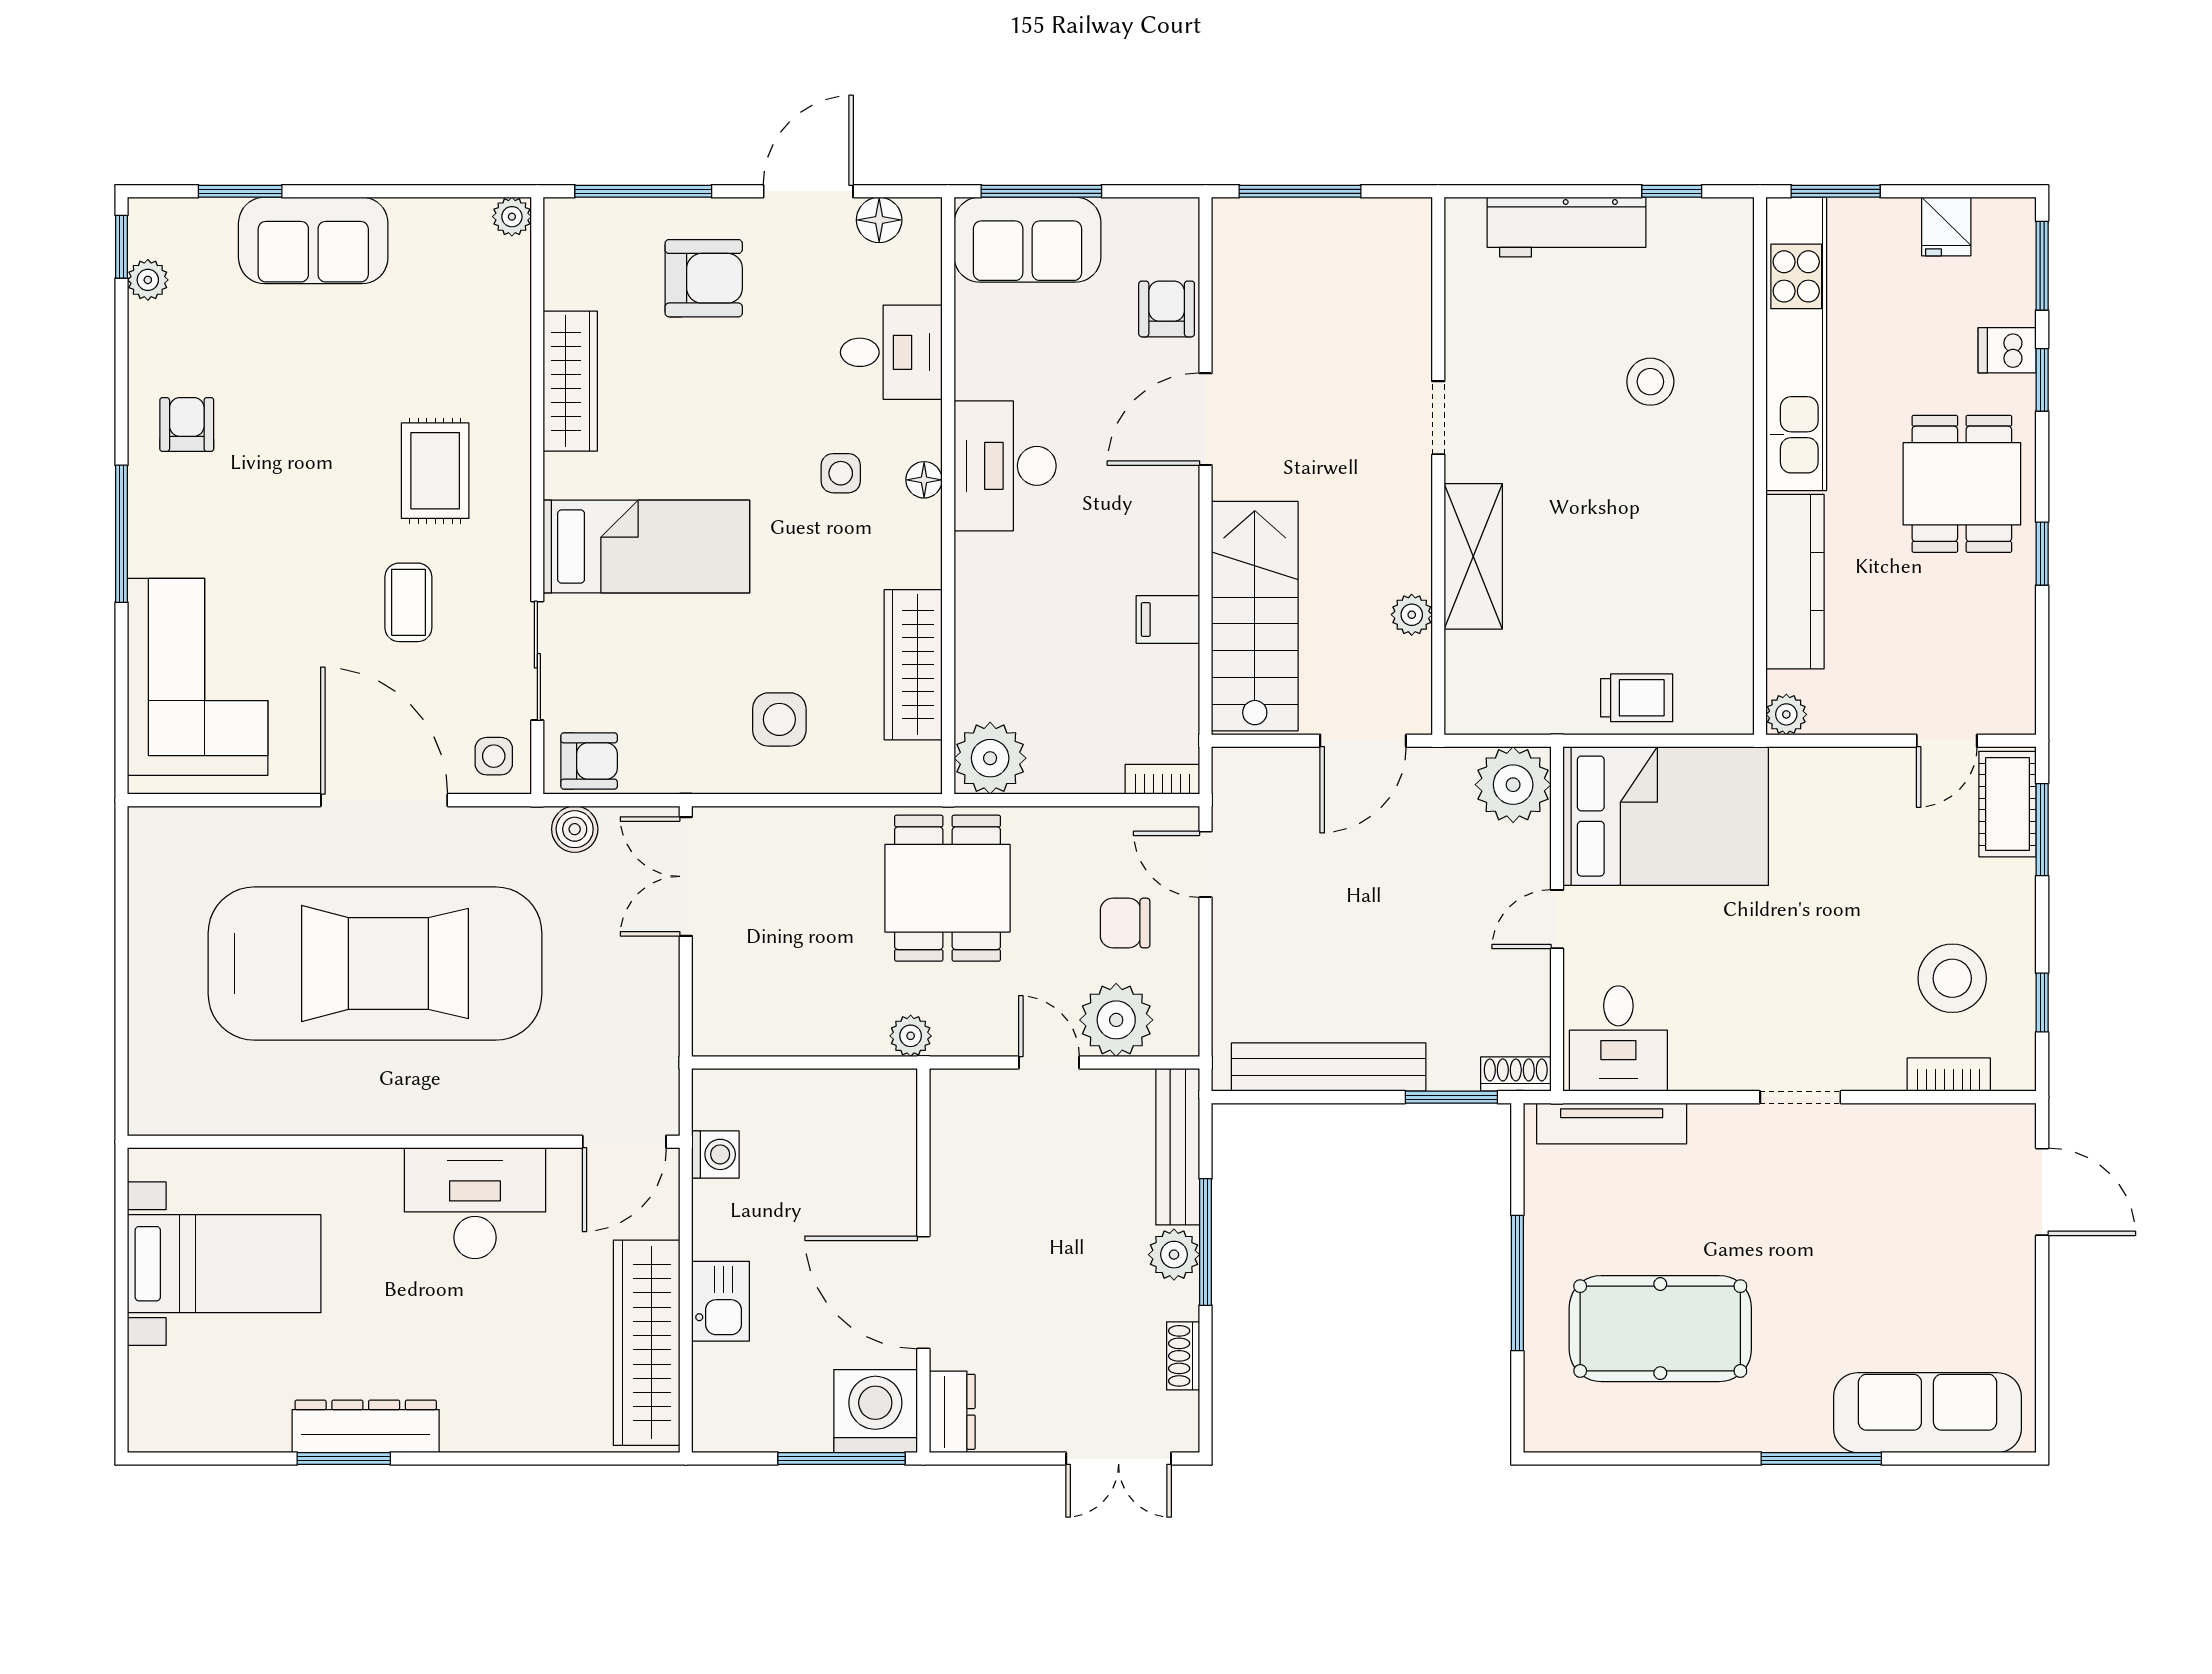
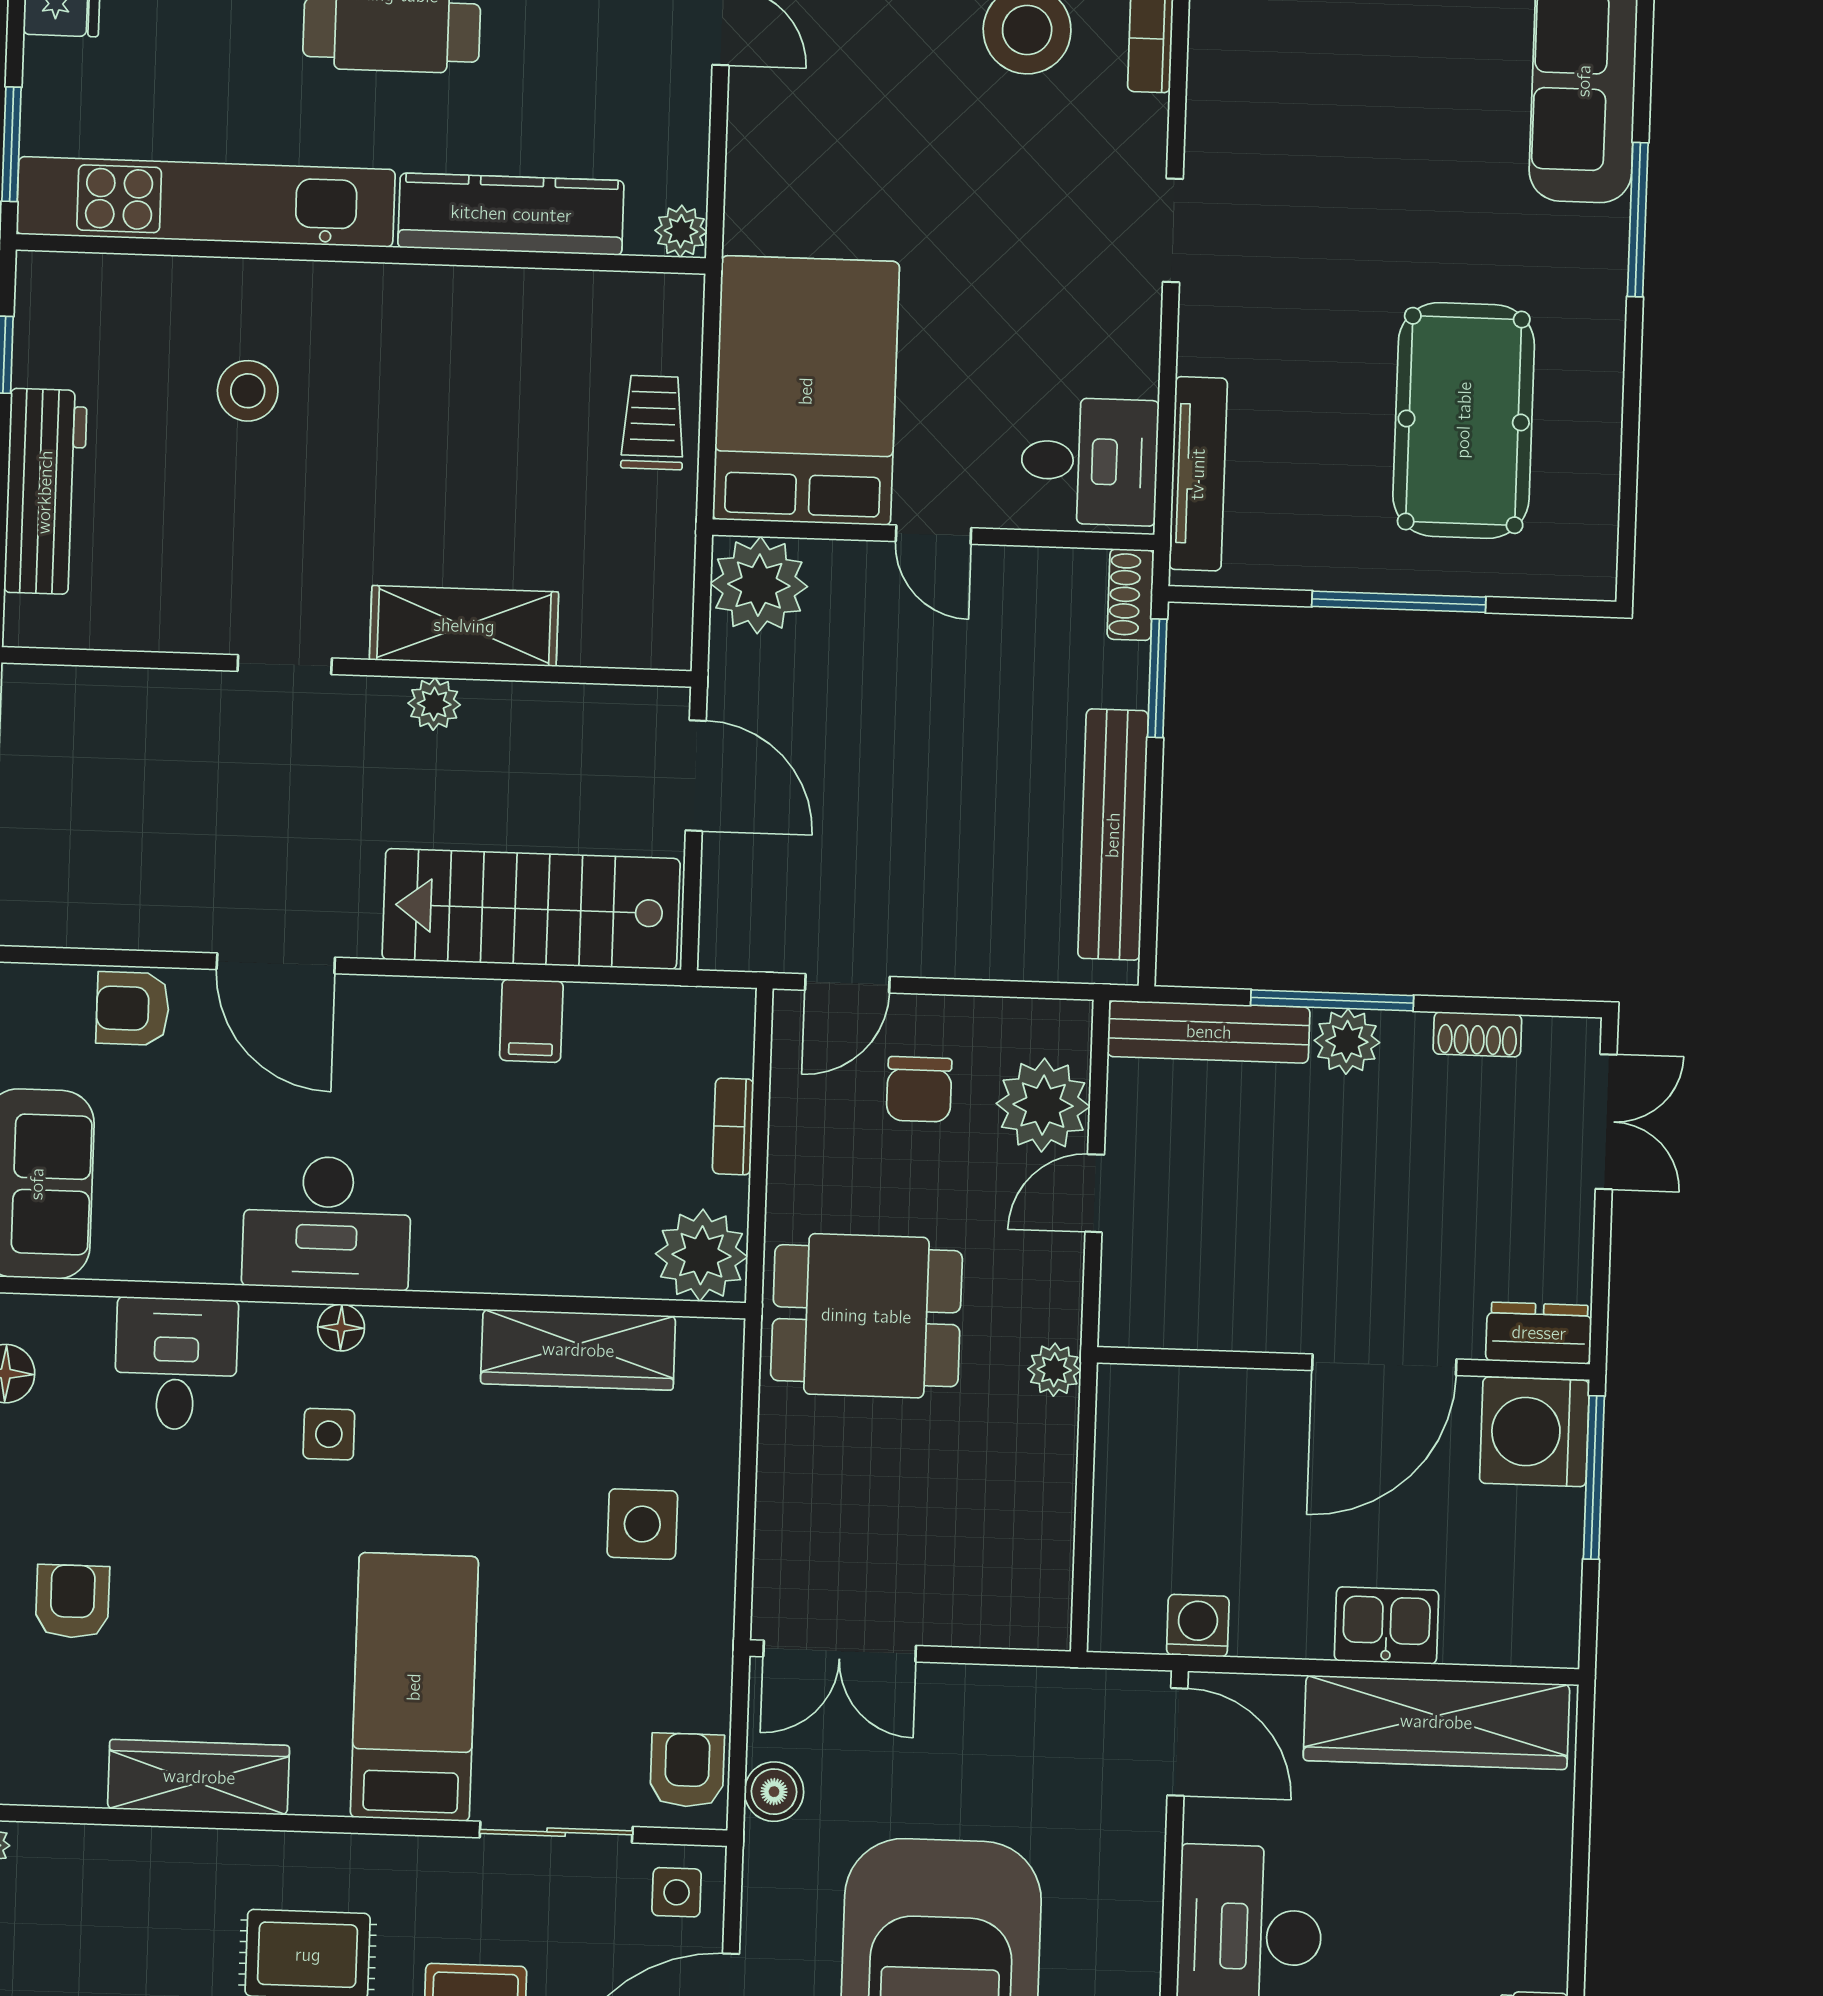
armchair: (704, 278) -> (72, 1601), width x0.72, depth x0.72
plant: (1412, 615) -> (434, 704), moved
bookcase: (1162, 779) -> (733, 1126), moved

